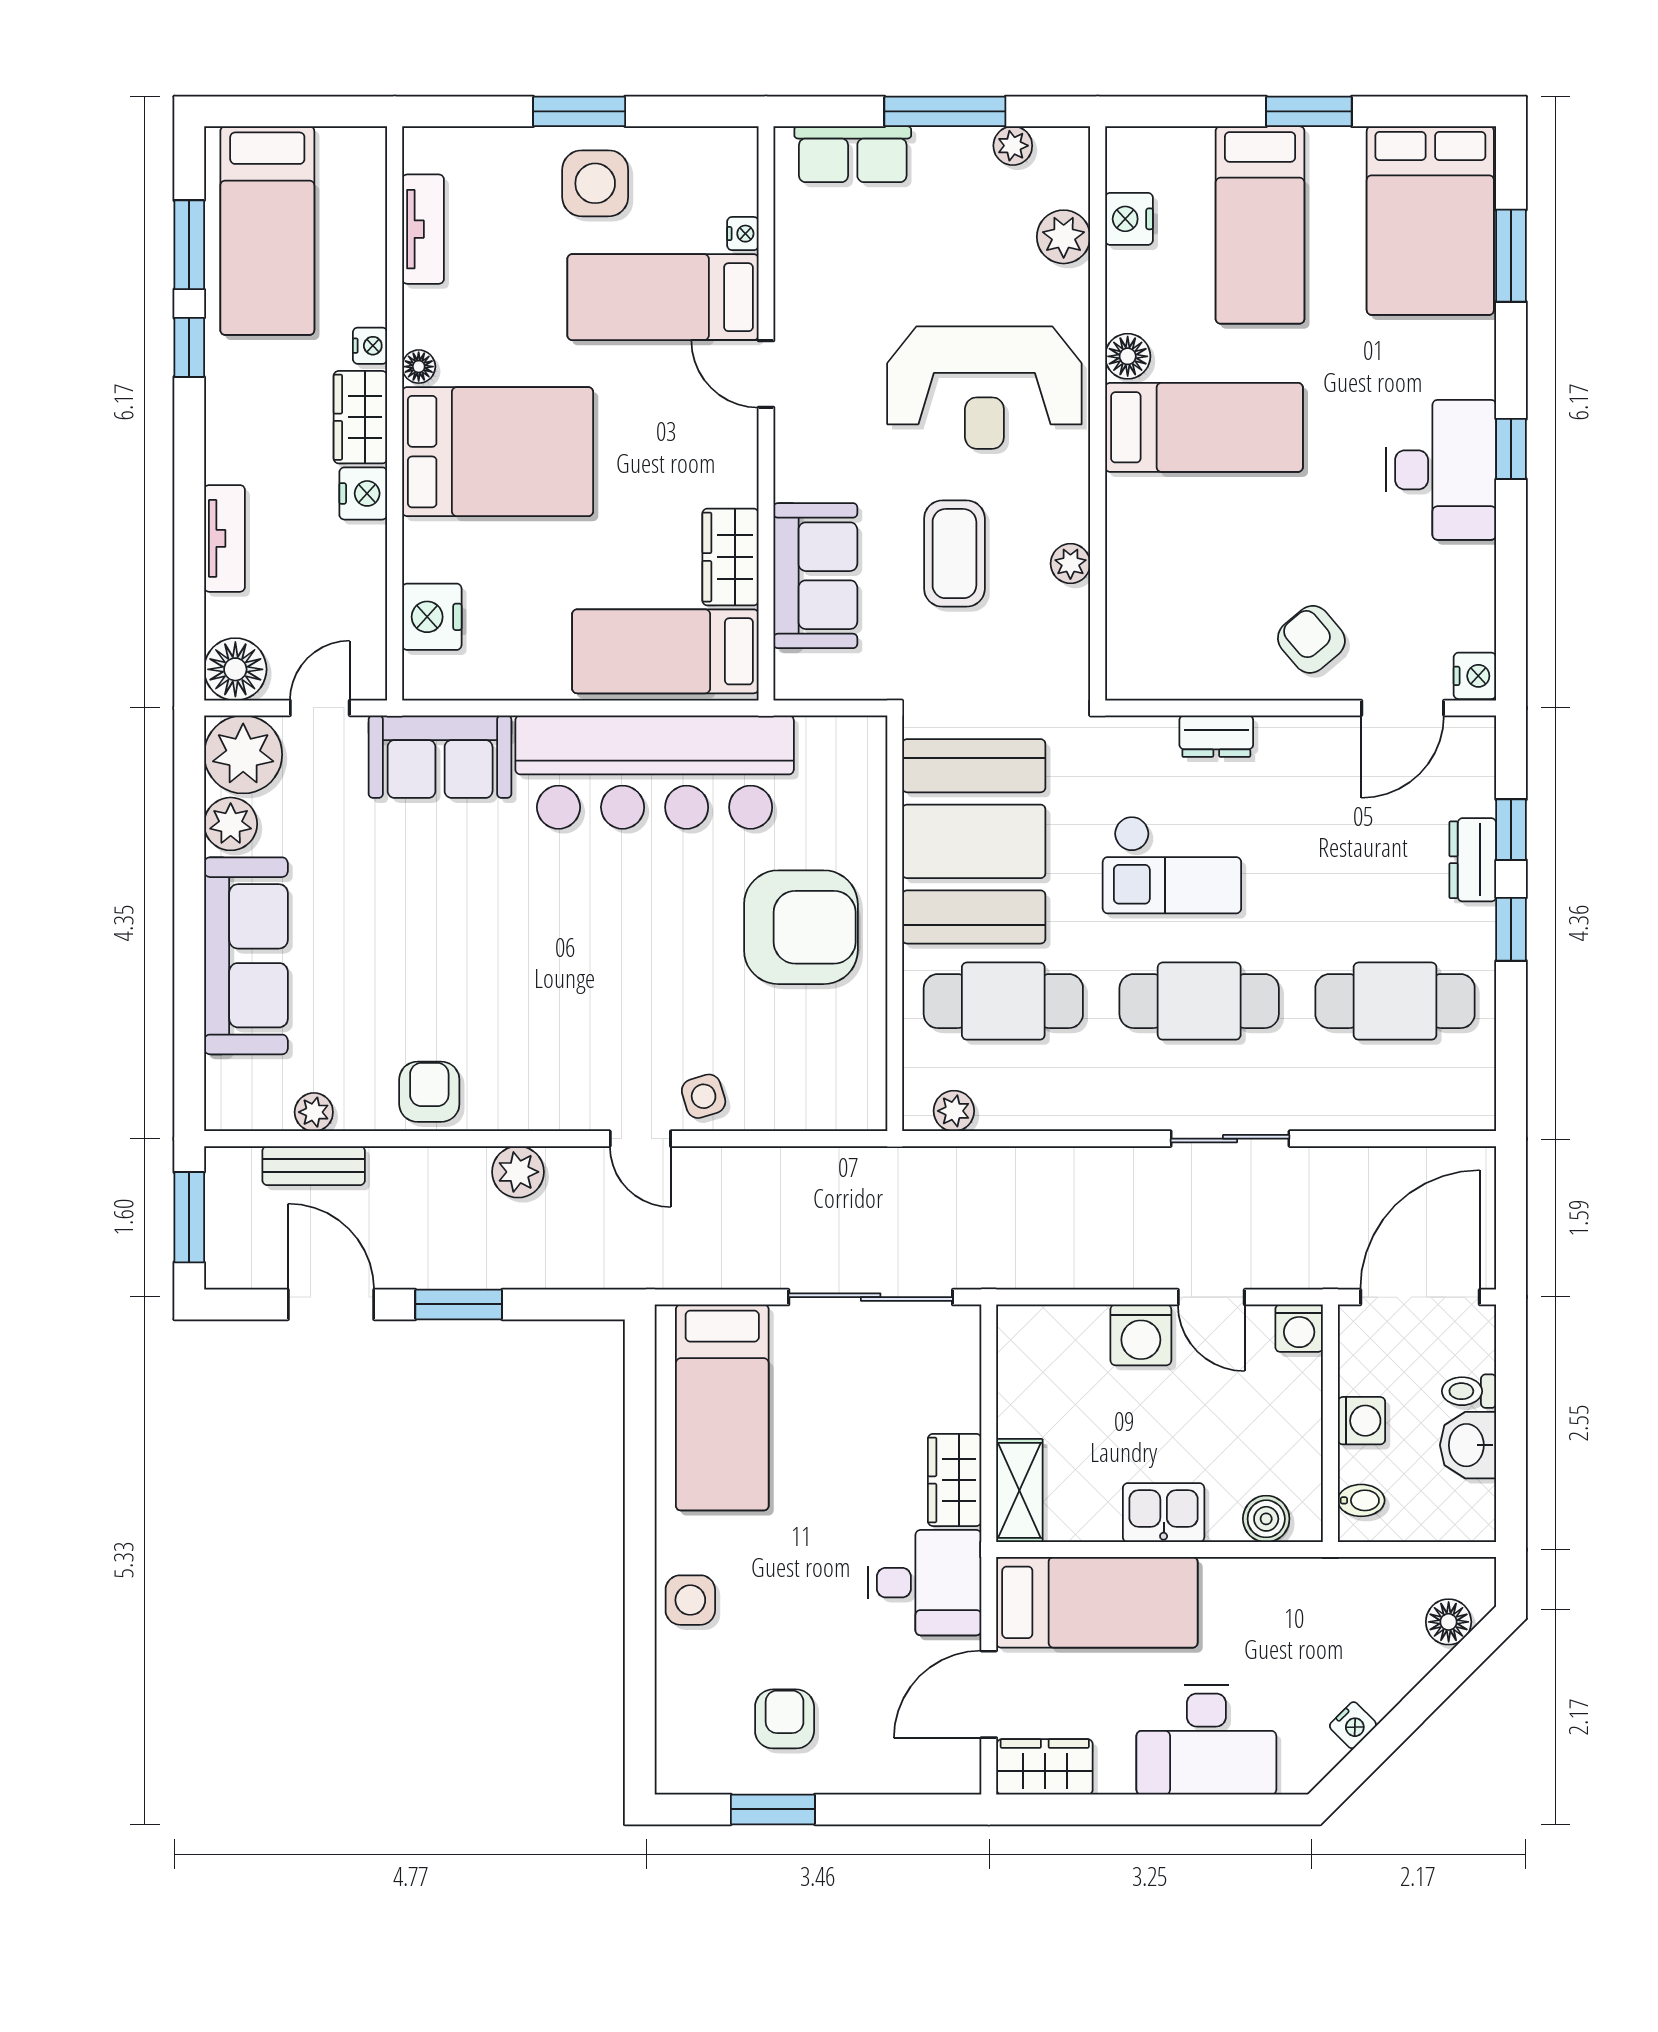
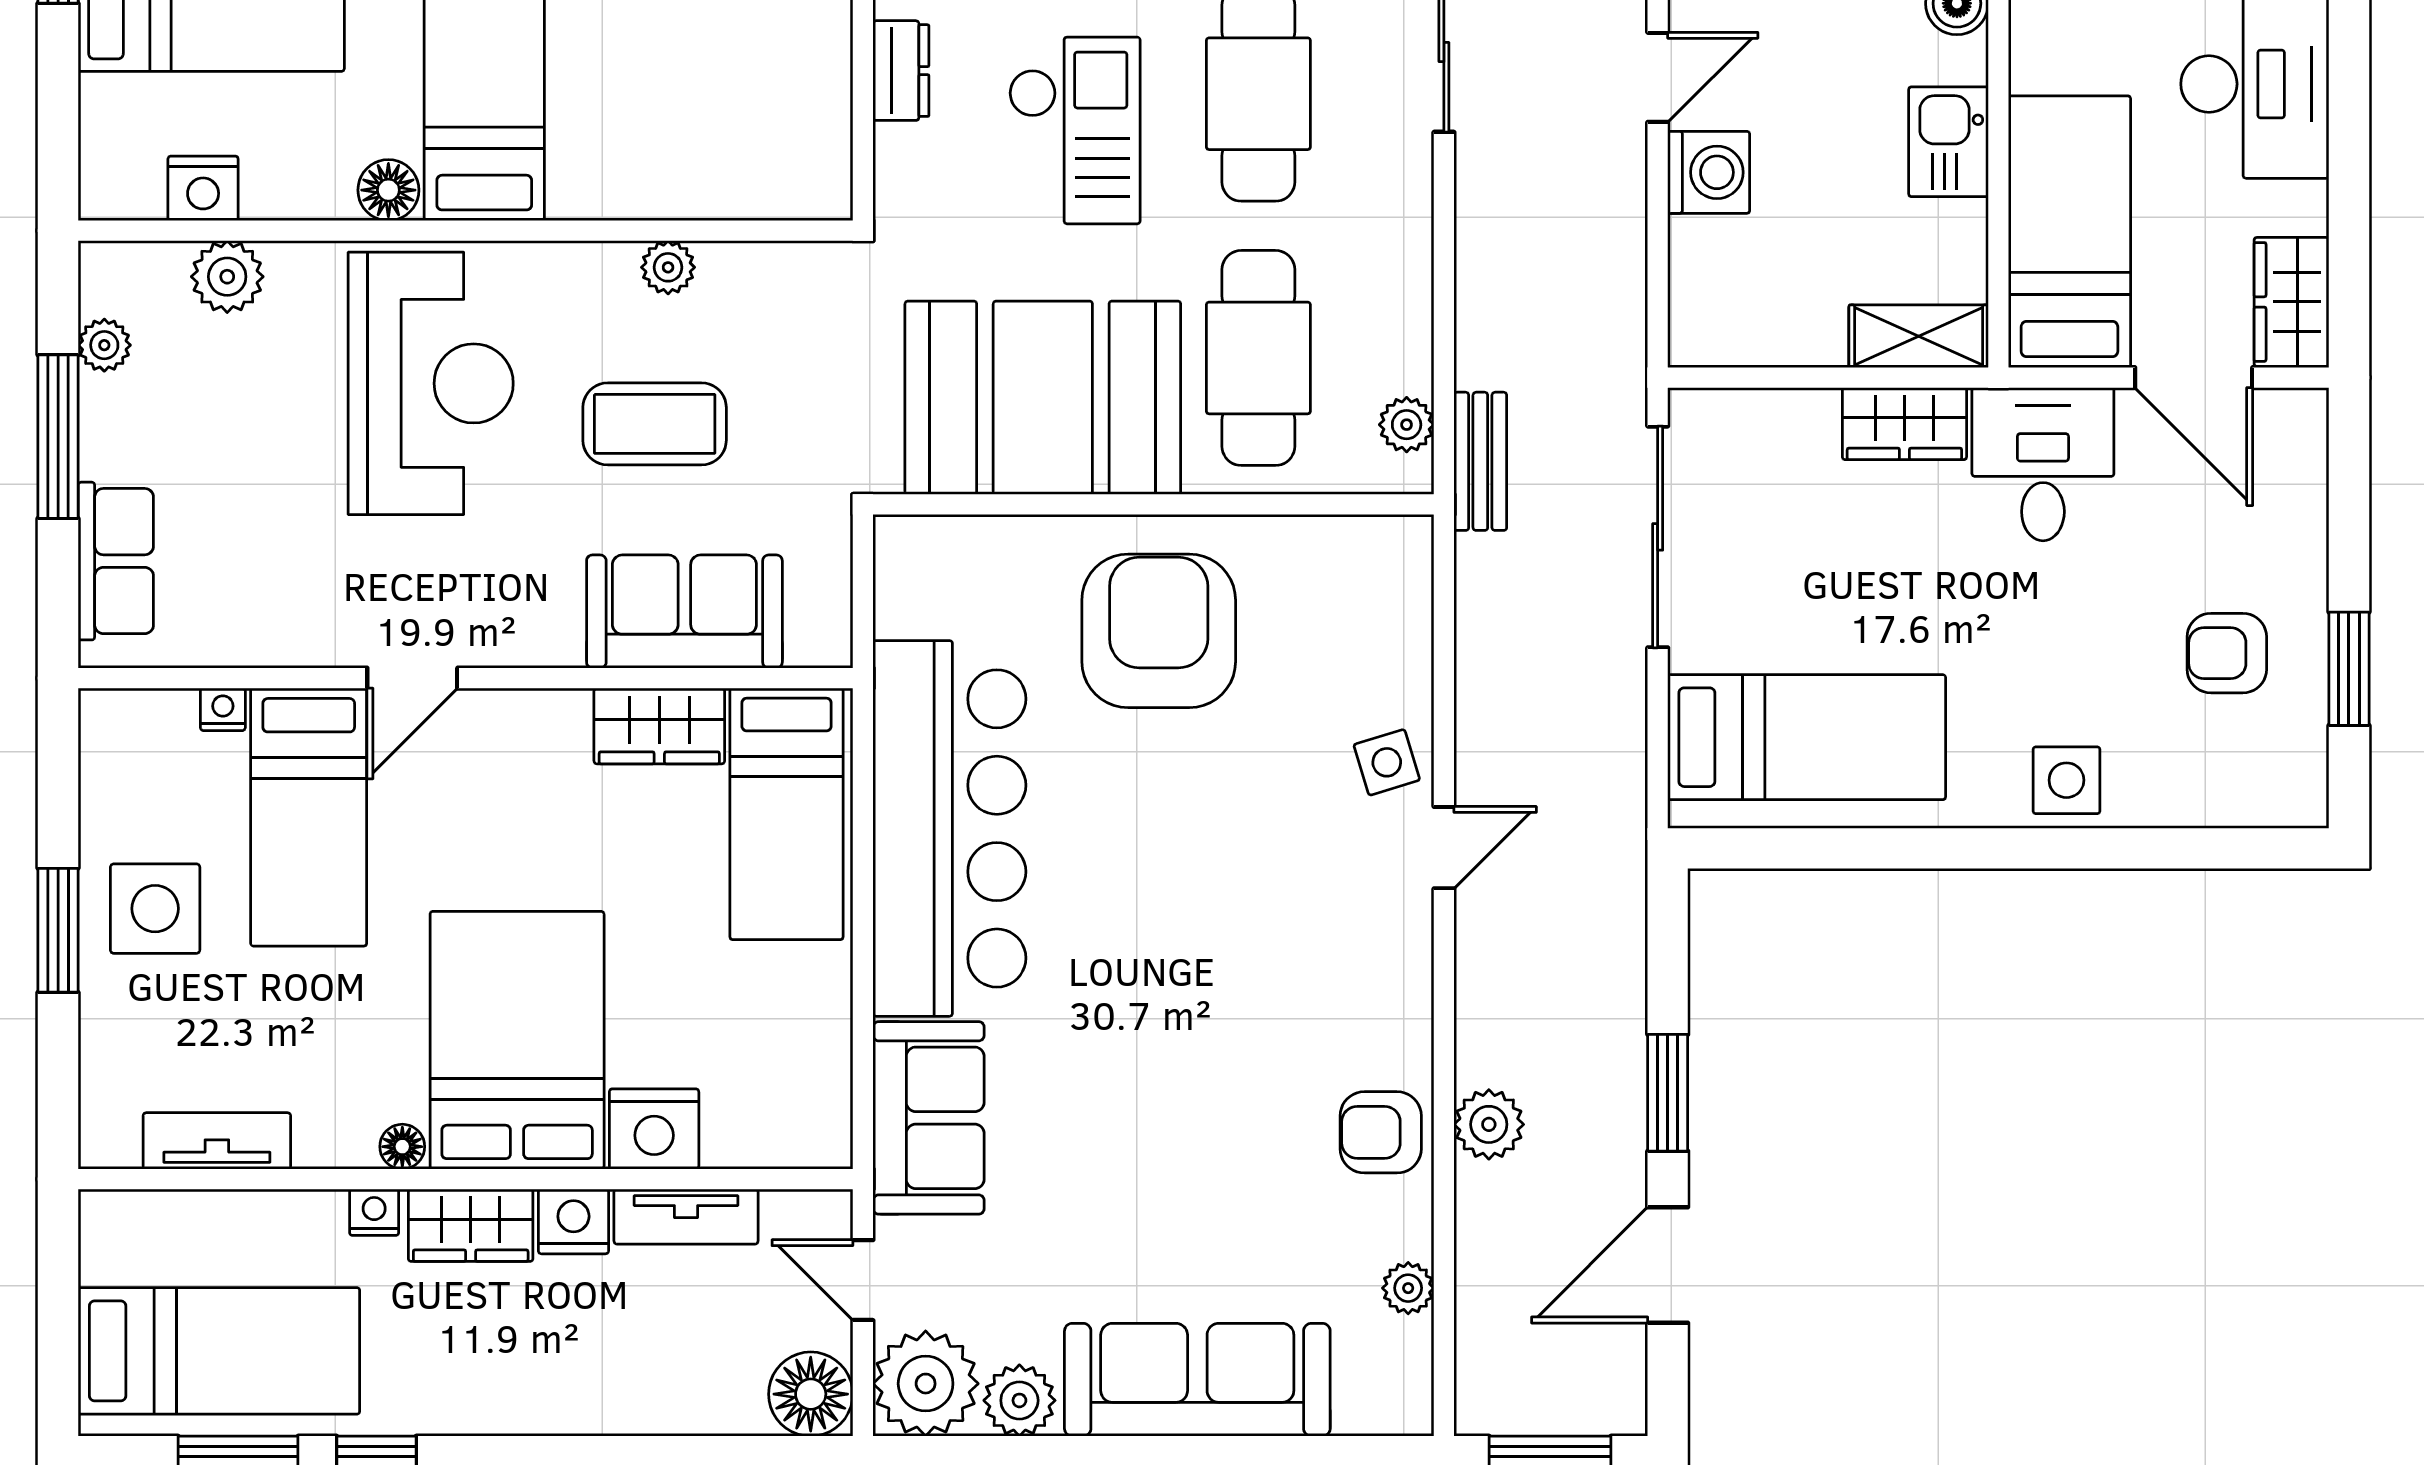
tv unit: (224, 538) -> (686, 1217), moved, turned 180
nightstand: (432, 617) -> (654, 1129), moved
bench: (314, 1166) -> (1480, 461), moved
plant: (518, 1172) -> (1489, 1124), moved

